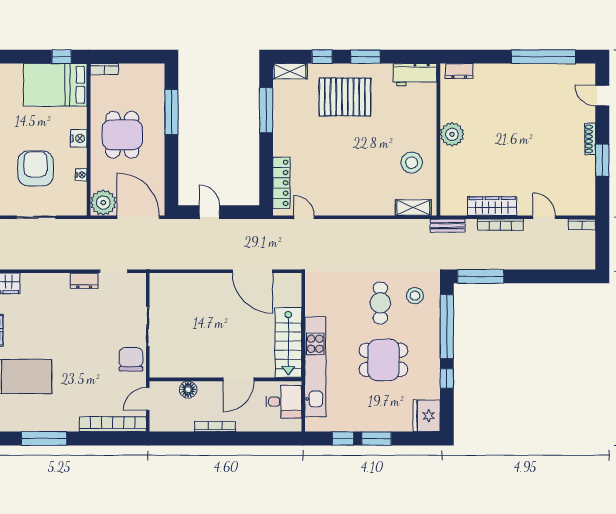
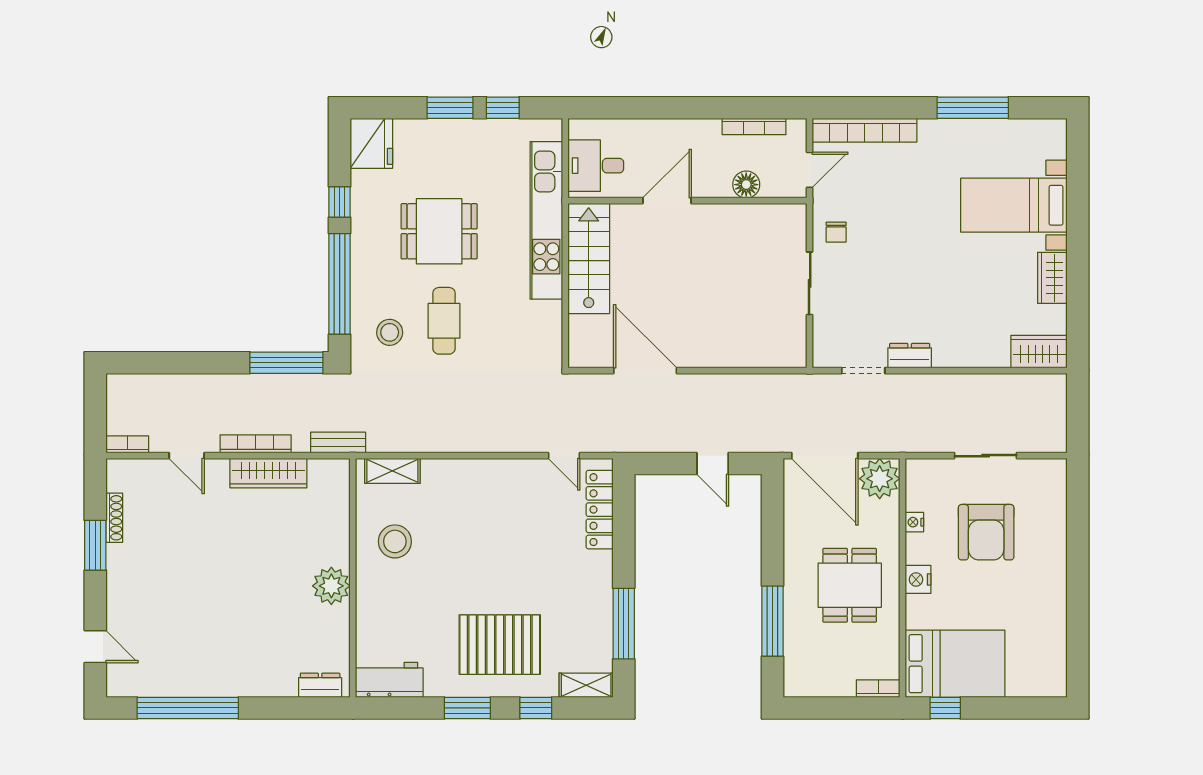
shoe rack: (590, 139) -> (114, 518), moved
chair: (131, 359) -> (836, 232), width x0.54, depth x0.54
bookcase: (215, 427) -> (754, 126), moved

